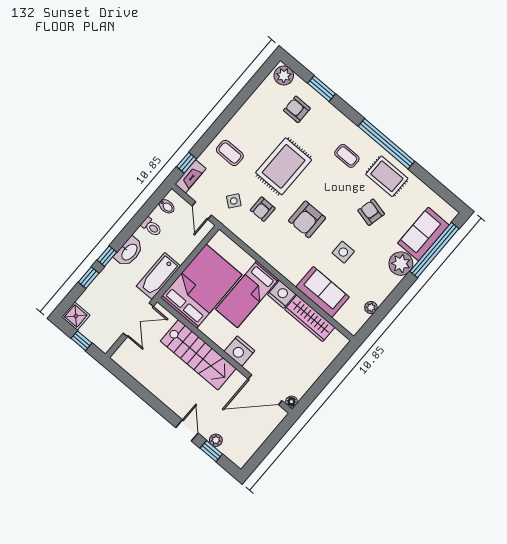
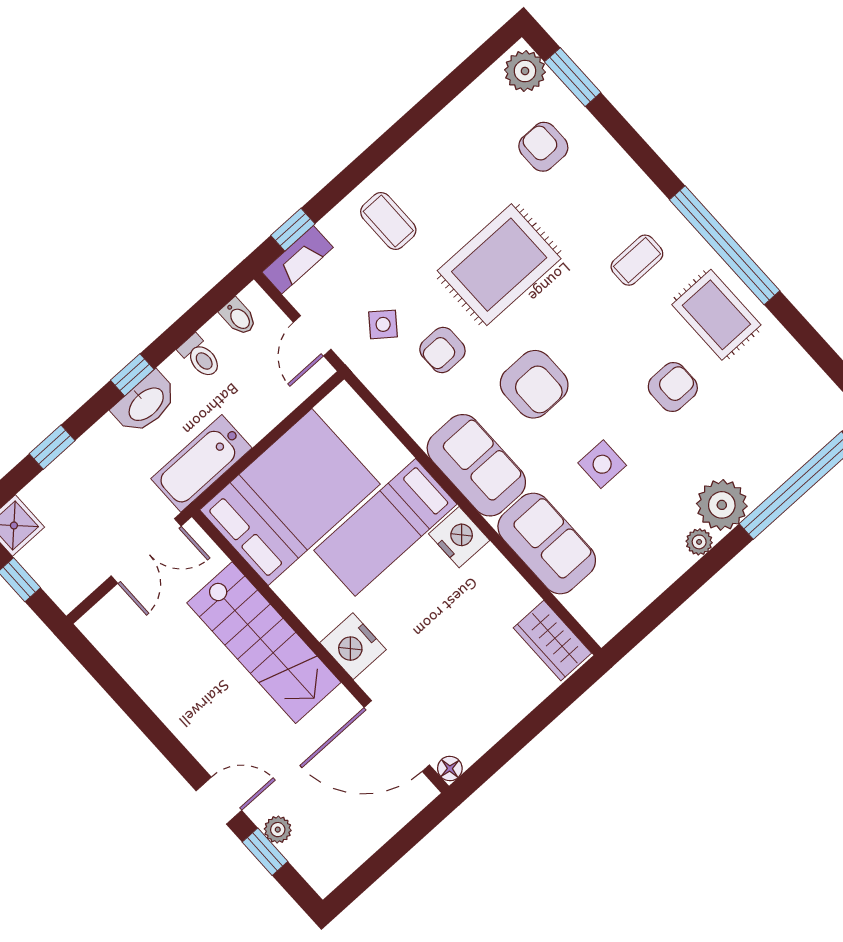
window: (322, 89) -> (573, 77), moved
coffee table: (347, 156) -> (637, 260), turned 90
armchair: (371, 212) -> (673, 387), turned 77
armchair: (307, 219) -> (534, 384), turned -90
sofa: (423, 234) -> (476, 465), moved, turned 90
window: (107, 256) -> (132, 375), moved
plant: (371, 308) -> (699, 542), moved
wardrobe: (310, 318) -> (552, 641), moved, width x0.67
door: (187, 430) -> (219, 801), hinge flipped

